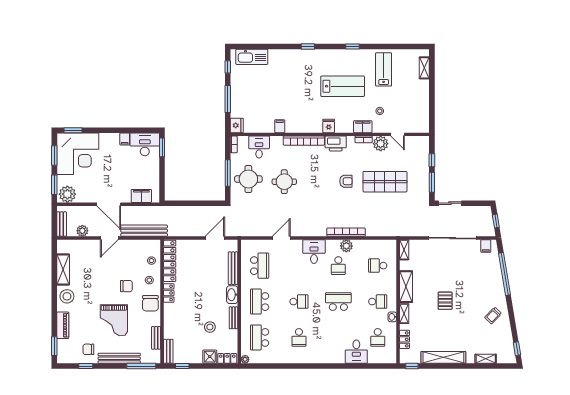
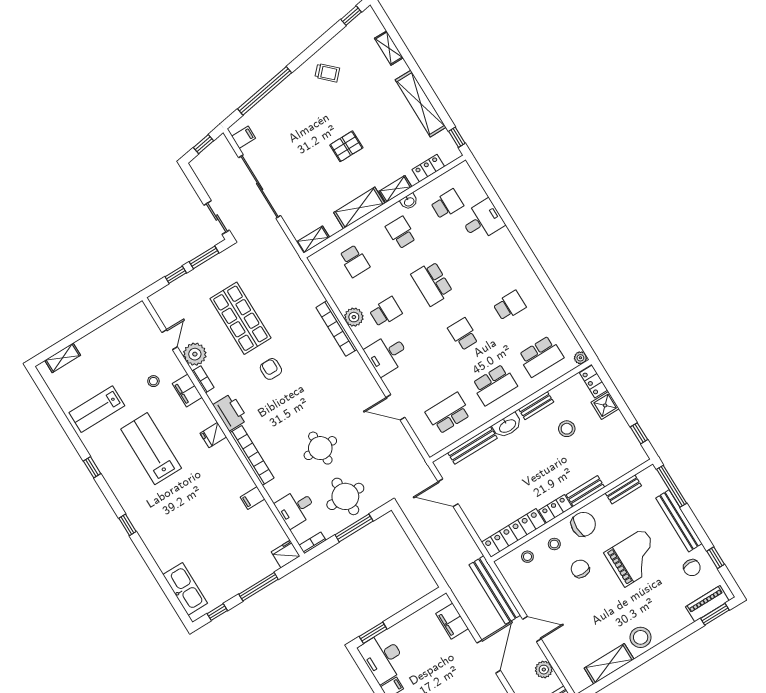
piano: (63, 325) -> (707, 604), moved
bench: (168, 351) -> (585, 491), moved

